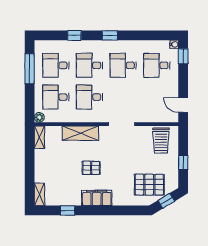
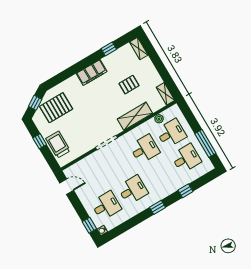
desk: (90, 65) -> (159, 174), removed
plant: (39, 117) -> (159, 119), moved
trolley: (161, 140) -> (58, 145), moved
pallet: (91, 168) -> (129, 85), moved

